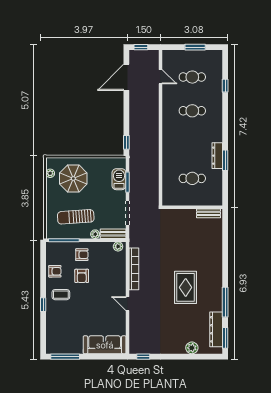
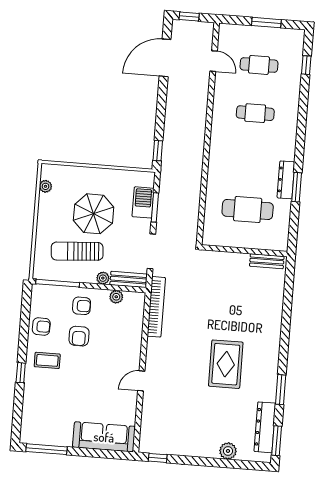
window: (225, 86) -> (306, 65), moved
parasol: (73, 178) -> (94, 214), moved
cafe table: (192, 178) -> (248, 209), width x1.37, depth x1.35
plant: (118, 246) -> (116, 297), moved
bookcase: (134, 269) -> (156, 307), moved
window: (225, 302) -> (281, 390), width x0.69
door: (128, 304) -> (141, 381), hinge flipped

